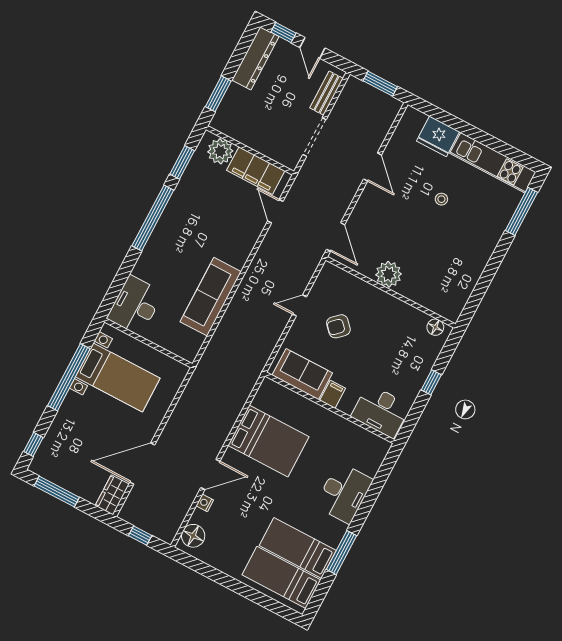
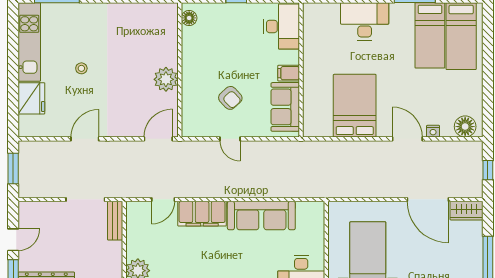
bench: (326, 93) -> (115, 221), moved, turned 90
filing cabinet: (256, 171) -> (202, 214), moved, turned 90

